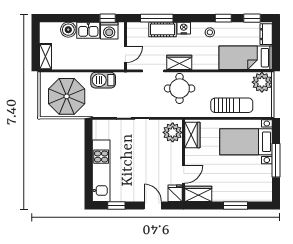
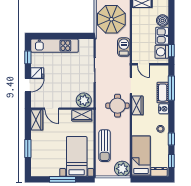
fridge: (175, 193) -> (37, 73), moved

